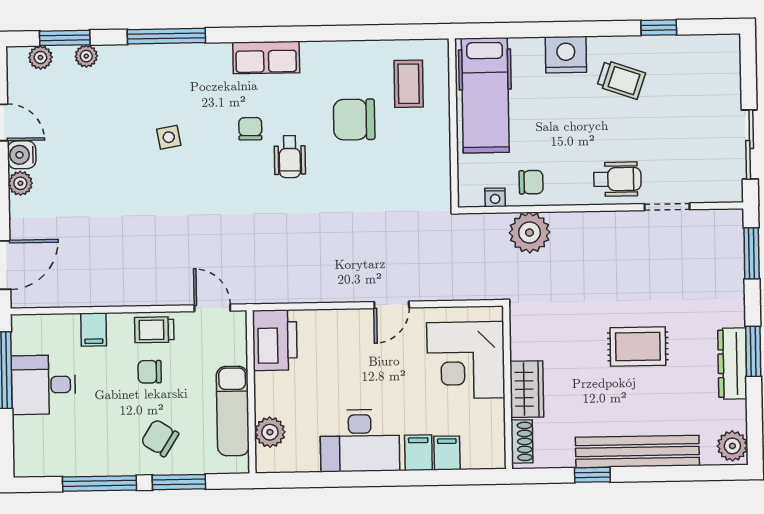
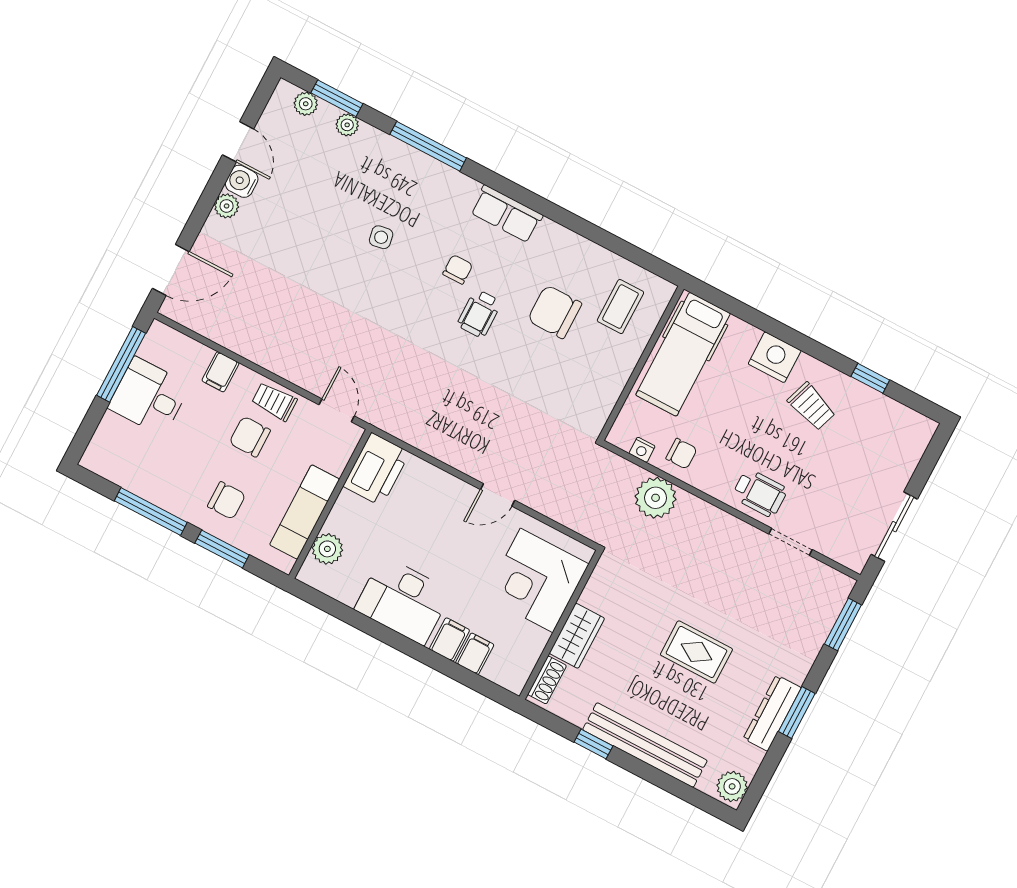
chair: (150, 372) -> (250, 437), width x1.37, depth x1.37
chair: (160, 438) -> (227, 500), turned 148

